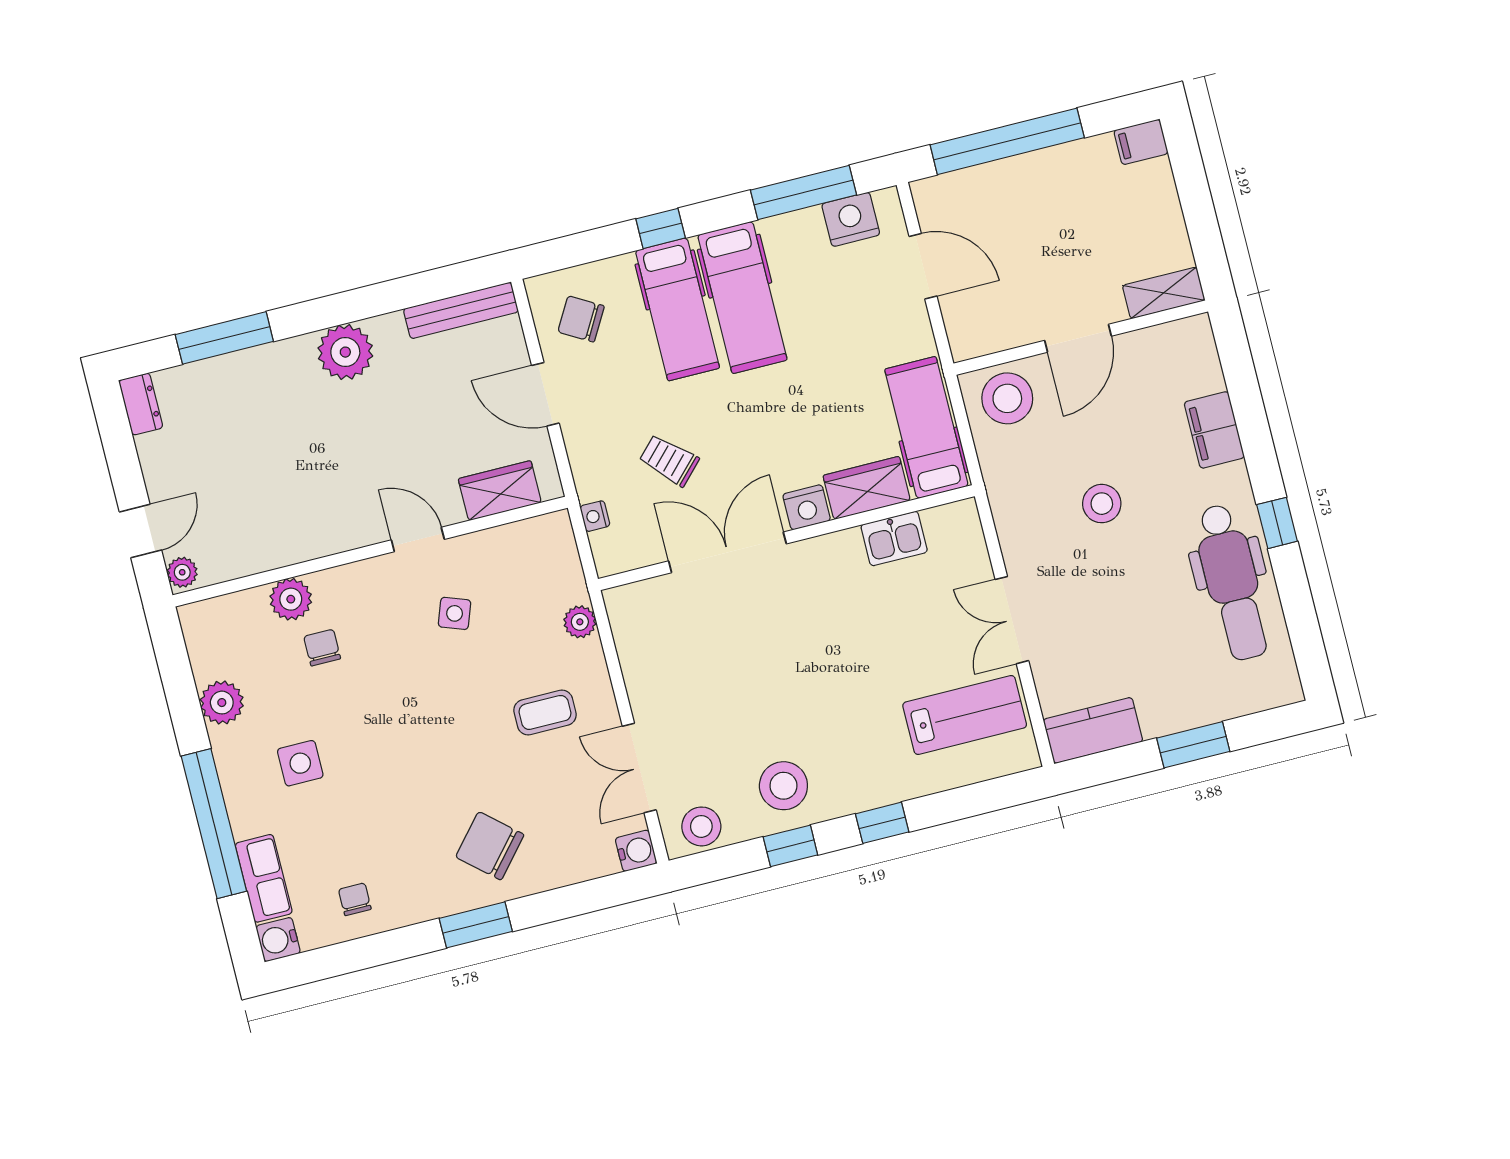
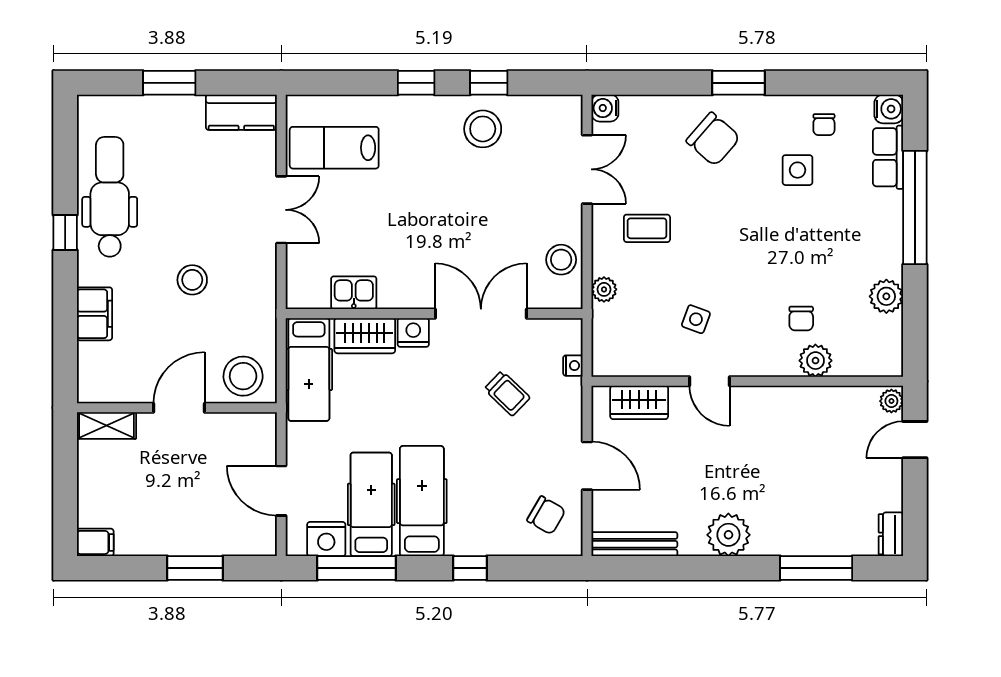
window: (1007, 141) -> (195, 568), width x0.47
hospital bed: (677, 309) -> (371, 504), moved
double door: (727, 552) -> (481, 314), swing flipped
side table: (300, 763) -> (797, 170), moved
stool: (701, 826) -> (561, 260), moved

